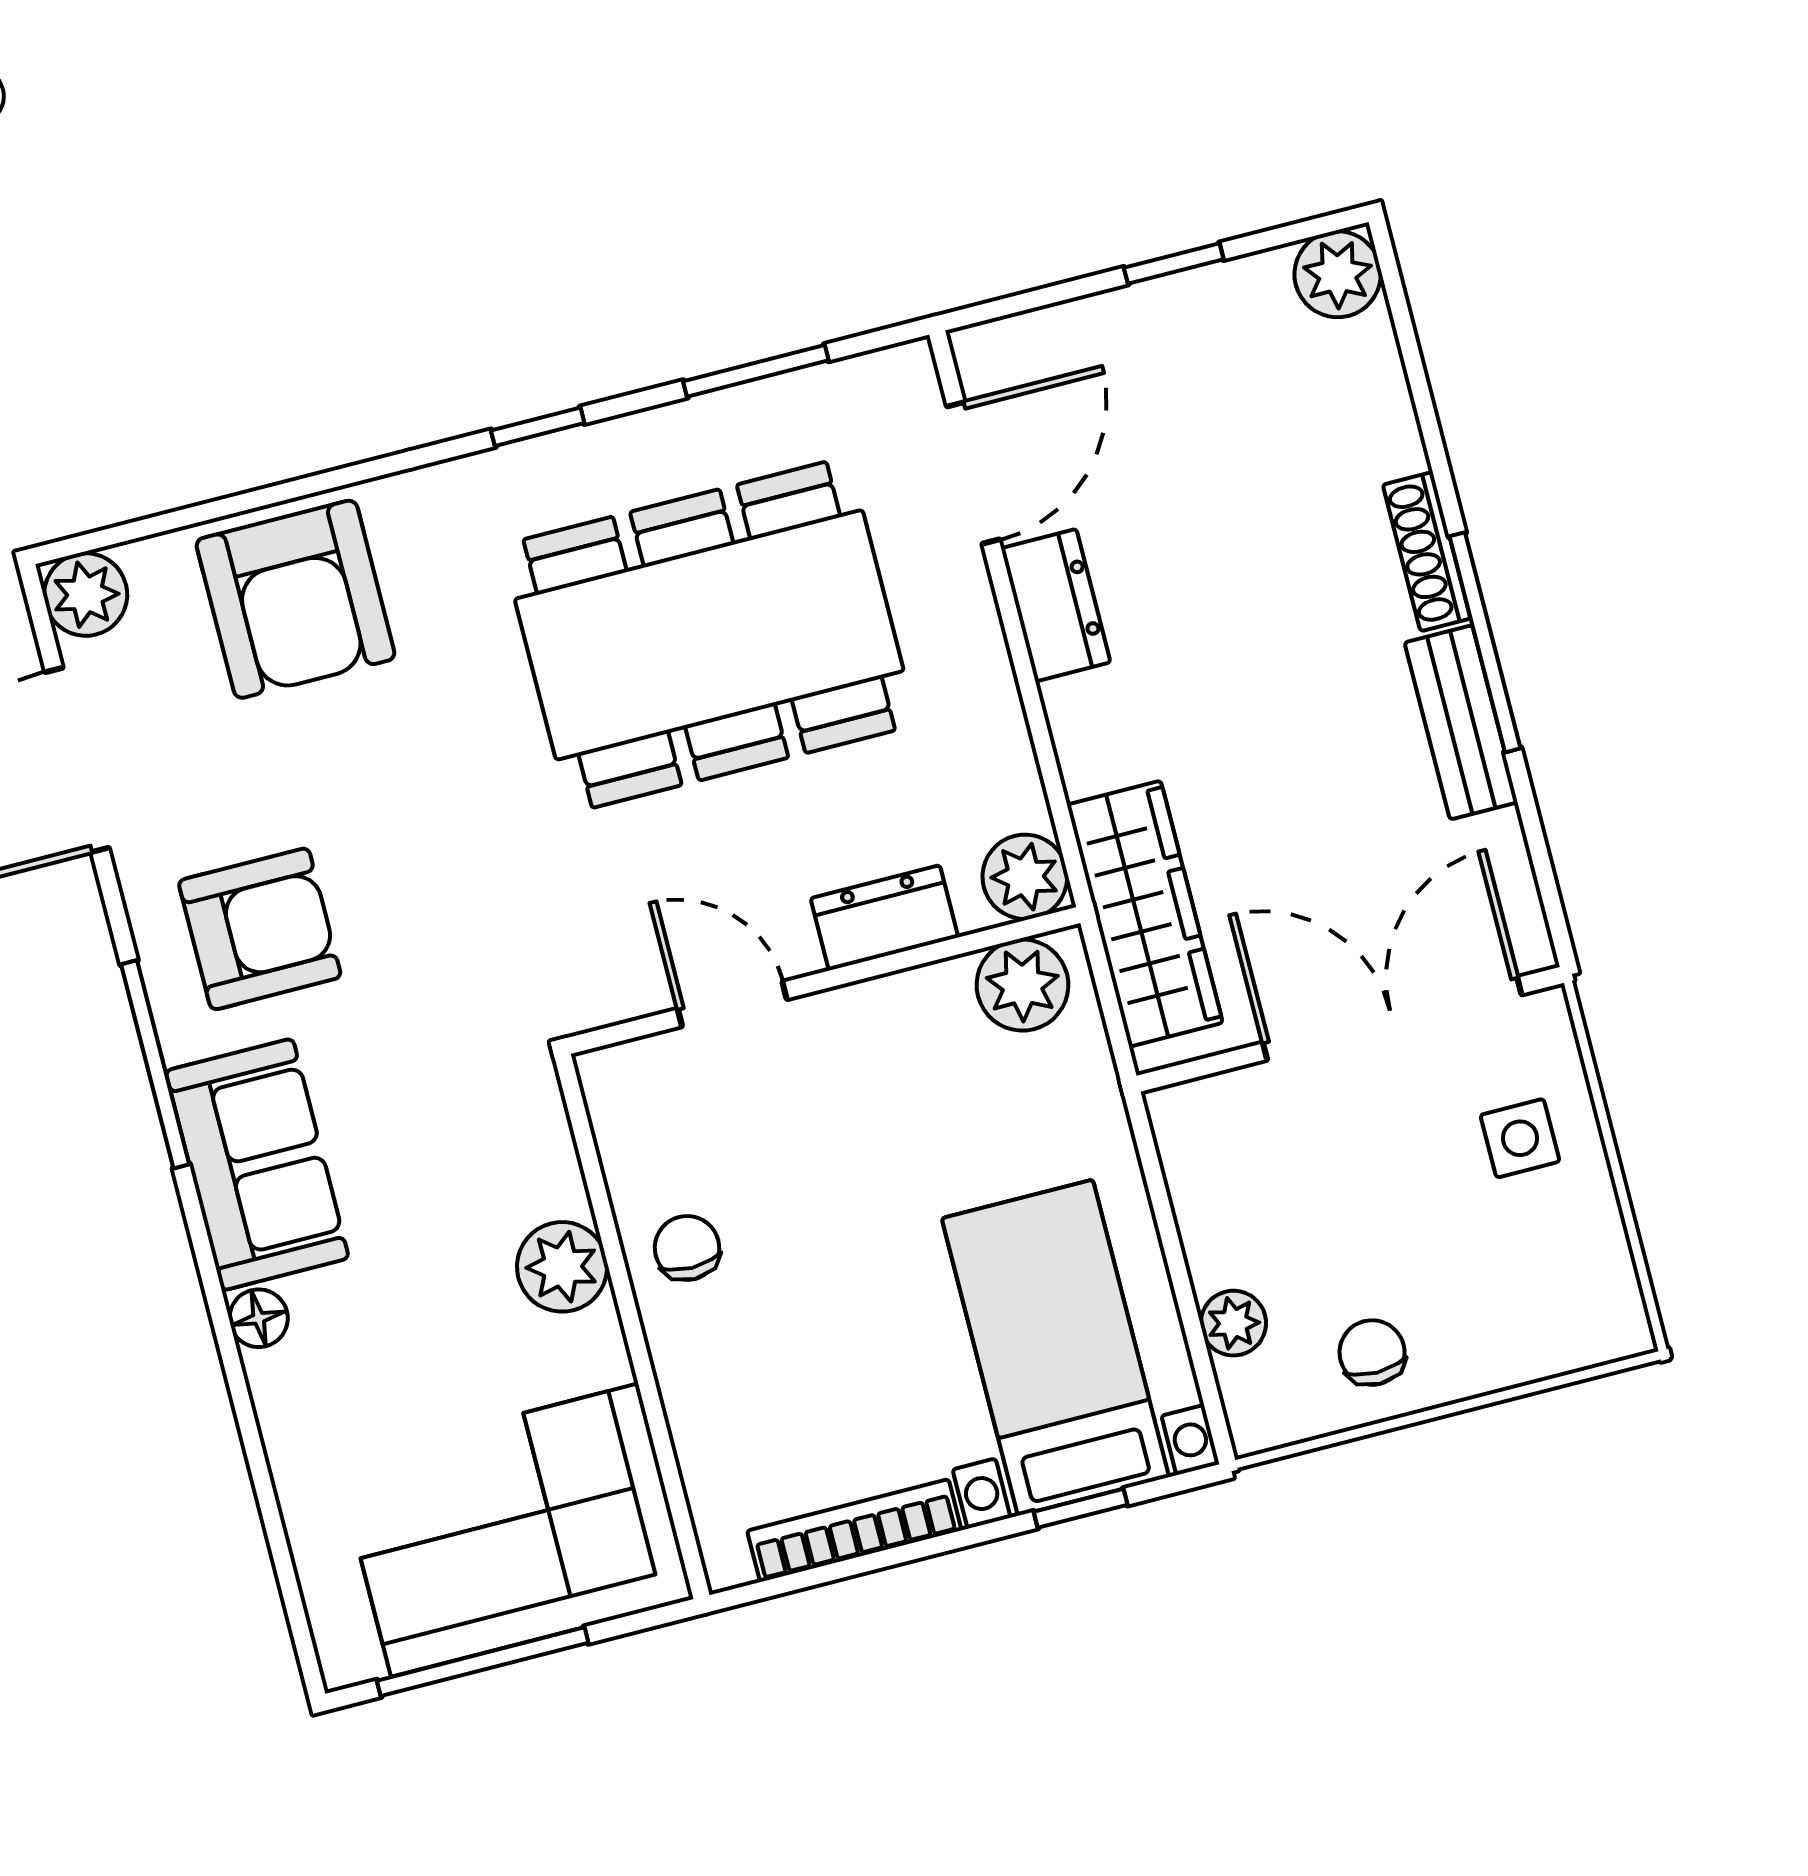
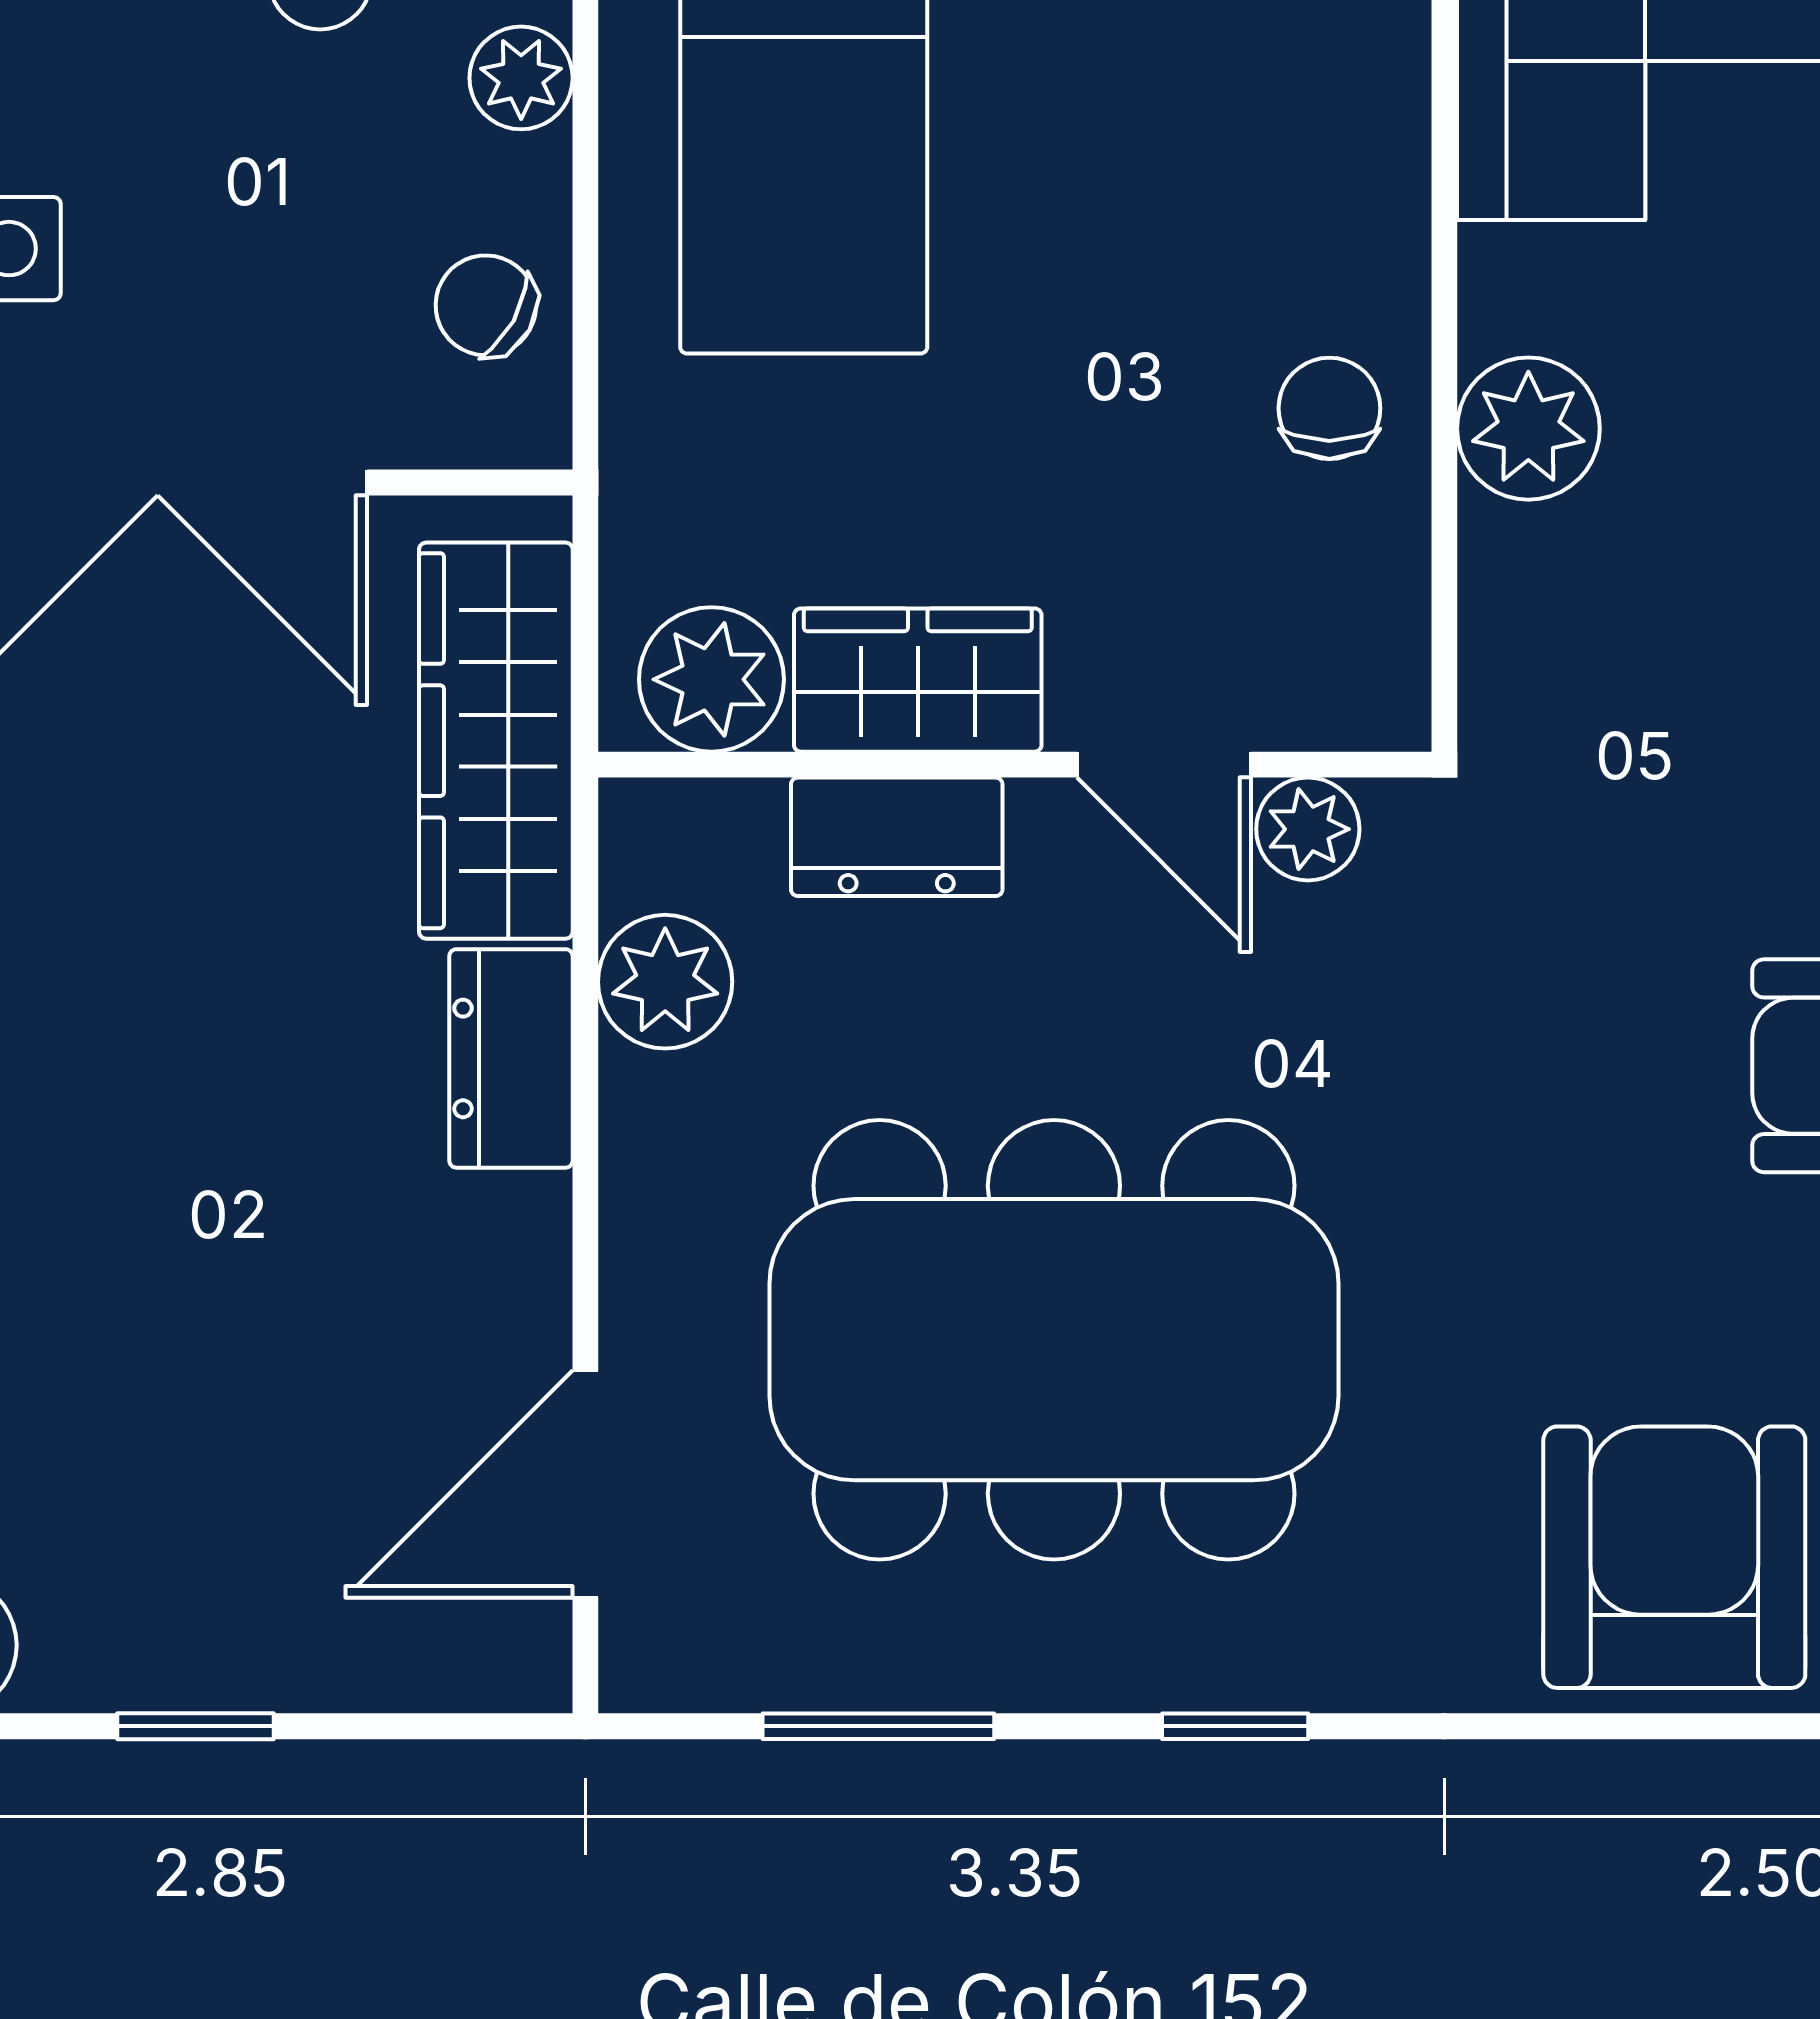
dresser: (1056, 605) -> (511, 1058), moved
plant: (1025, 877) -> (665, 982), moved
plant: (634, 987) -> (1308, 829), added
wardrobe: (896, 1017) -> (918, 680), added
chair: (1219, 1178) -> (486, 305), added
chair: (687, 1248) -> (1329, 408), turned 180

